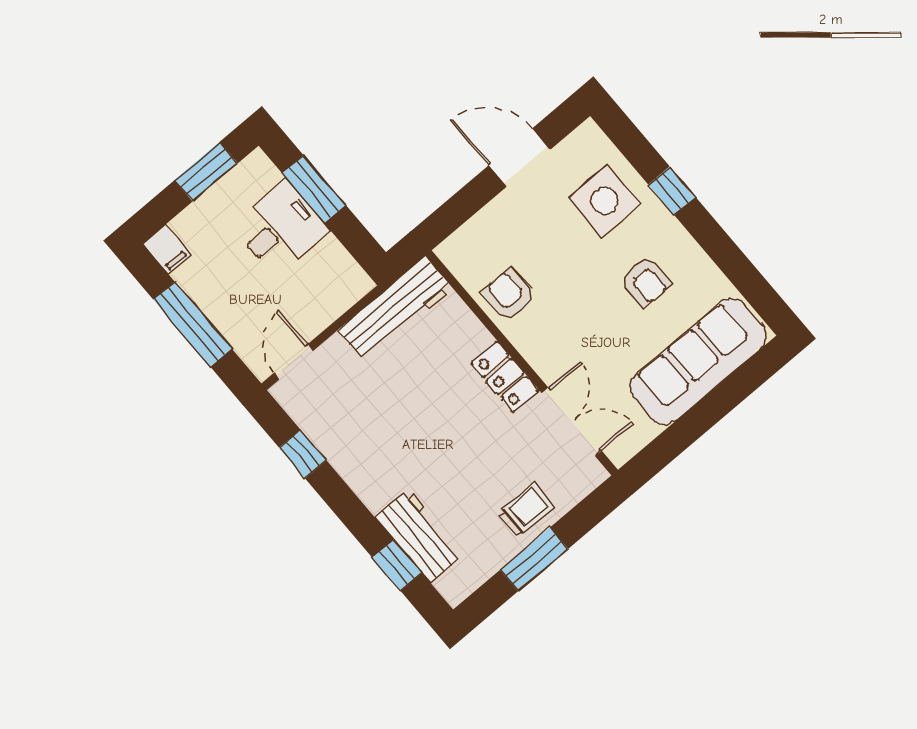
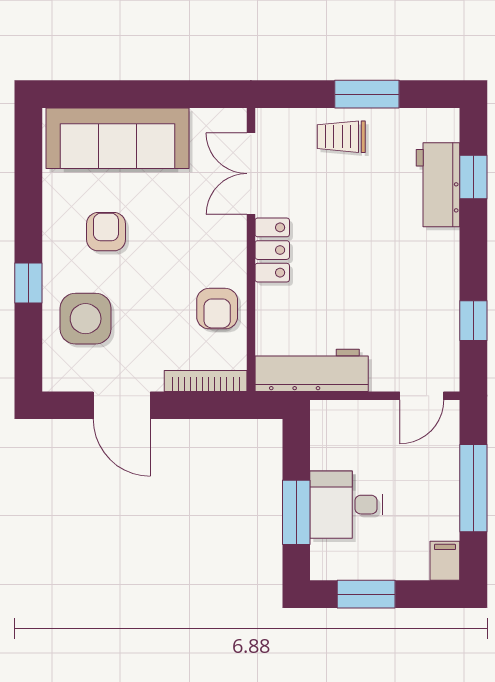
bookcase: (470, 231) -> (206, 381), added

